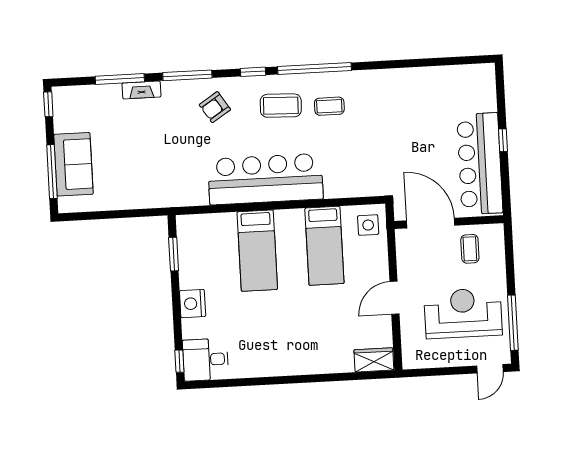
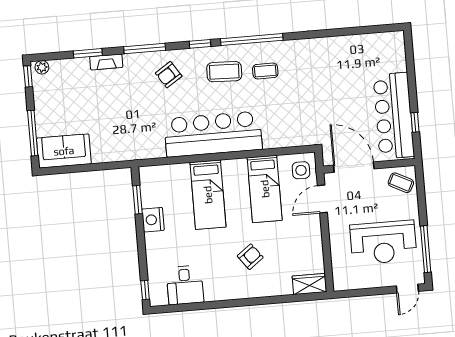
window: (120, 79) -> (88, 53), width x0.69
plant: (65, 94) -> (42, 67), added
window: (503, 140) -> (415, 122), moved
sofa: (74, 164) -> (64, 151), moved, turned -90
coffee table: (470, 249) -> (401, 183), moved, turned -63
door: (394, 298) -> (322, 199), moved
nightstand: (193, 304) -> (153, 220), moved
reception desk: (463, 313) -> (383, 242), turned 180
armchair: (305, 326) -> (250, 257), added
desk: (206, 360) -> (185, 285), moved, turned -90

